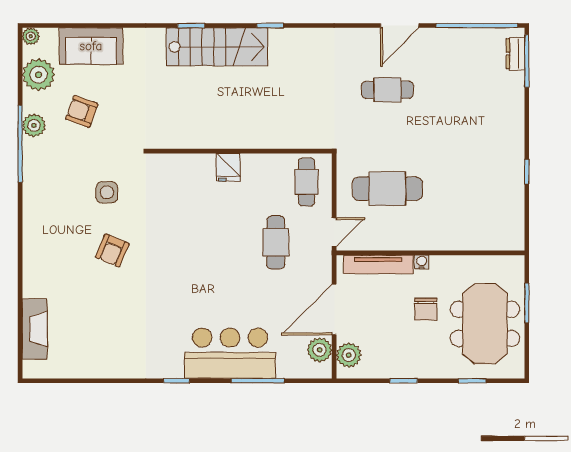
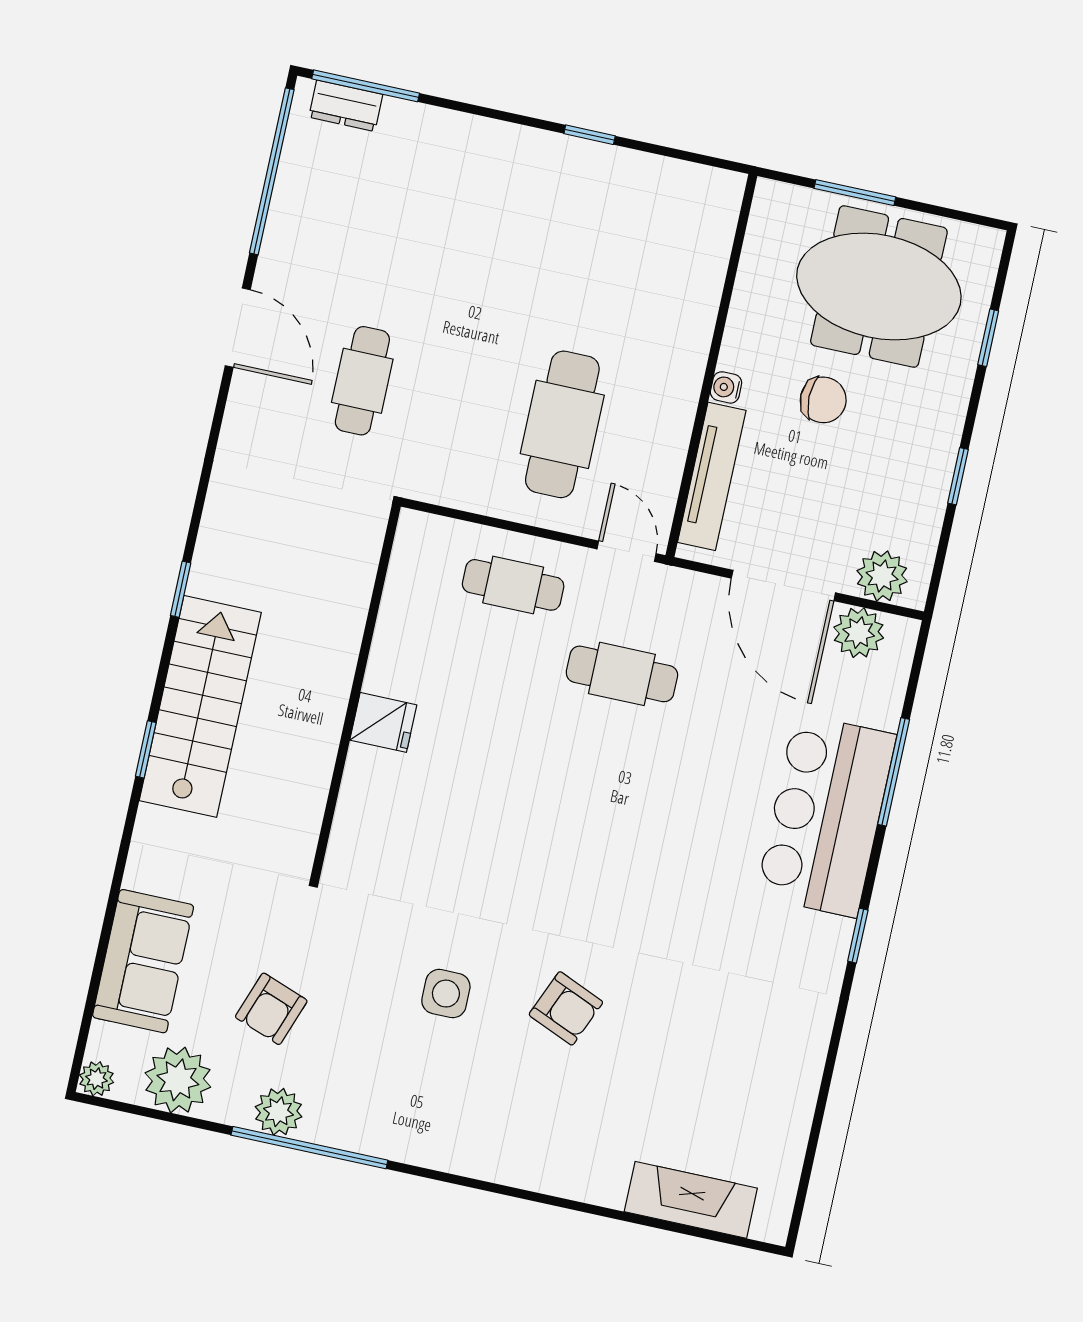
wall: (240, 151) -> (356, 692), moved
fridge: (228, 167) -> (383, 722), moved

